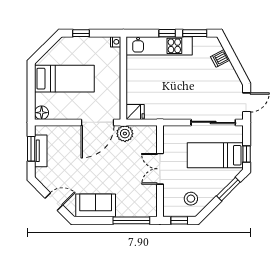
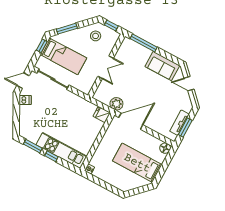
window: (81, 33) -> (110, 187), removed
dishwasher: (220, 58) -> (25, 100), moved

